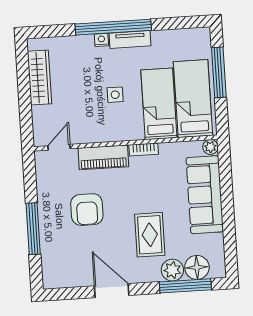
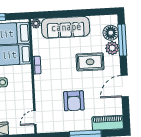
door: (59, 147) -> (35, 118), hinge flipped
piano: (103, 157) -> (108, 123), moved, turned -90
armchair: (87, 210) -> (74, 101), turned 90

